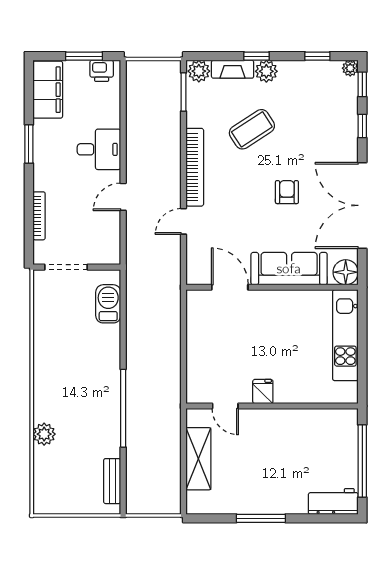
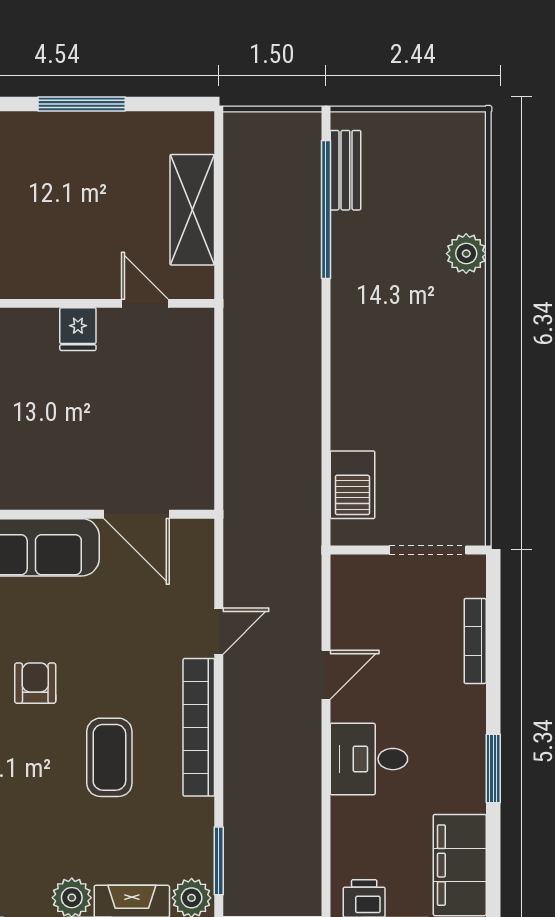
coffee table: (252, 129) -> (109, 757), moved, turned -57
armchair: (287, 192) -> (35, 683), turned 180
window: (123, 408) -> (326, 209), moved

